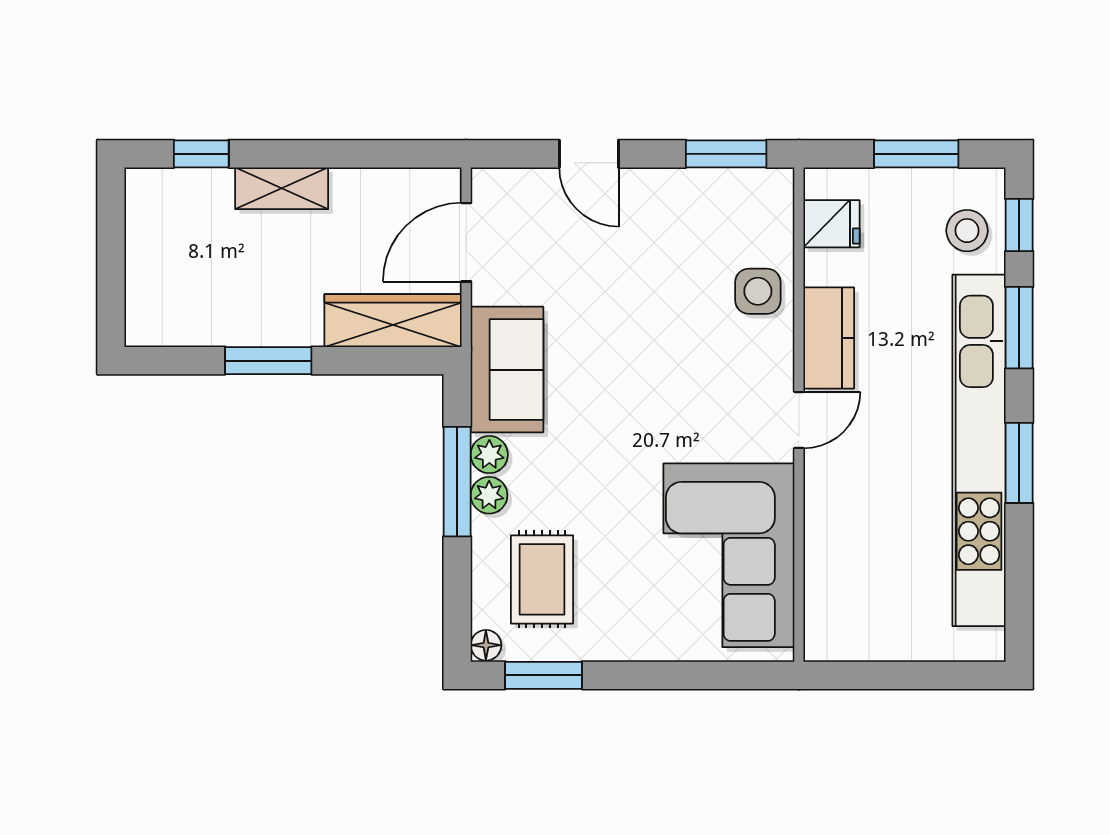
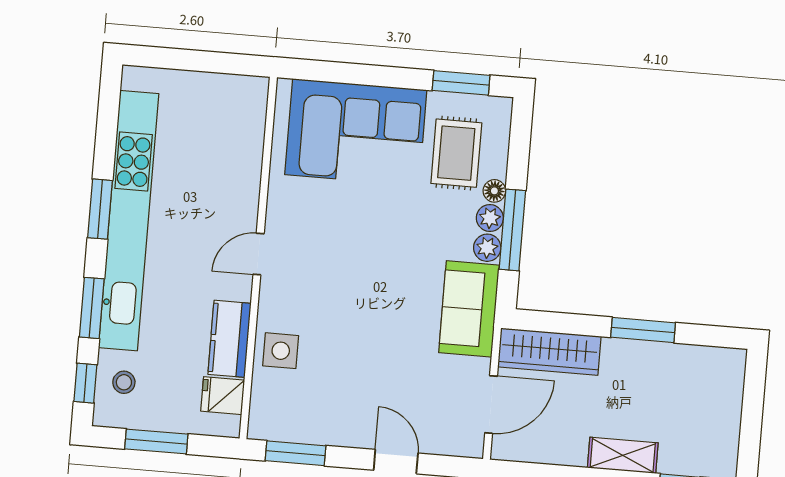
stool: (967, 231) -> (124, 382), width x0.73, depth x0.73
kitchen counter: (829, 338) -> (229, 339), moved
corner sofa: (729, 555) -> (356, 132), moved, turned 90
floor lamp: (486, 645) -> (494, 191), moved

